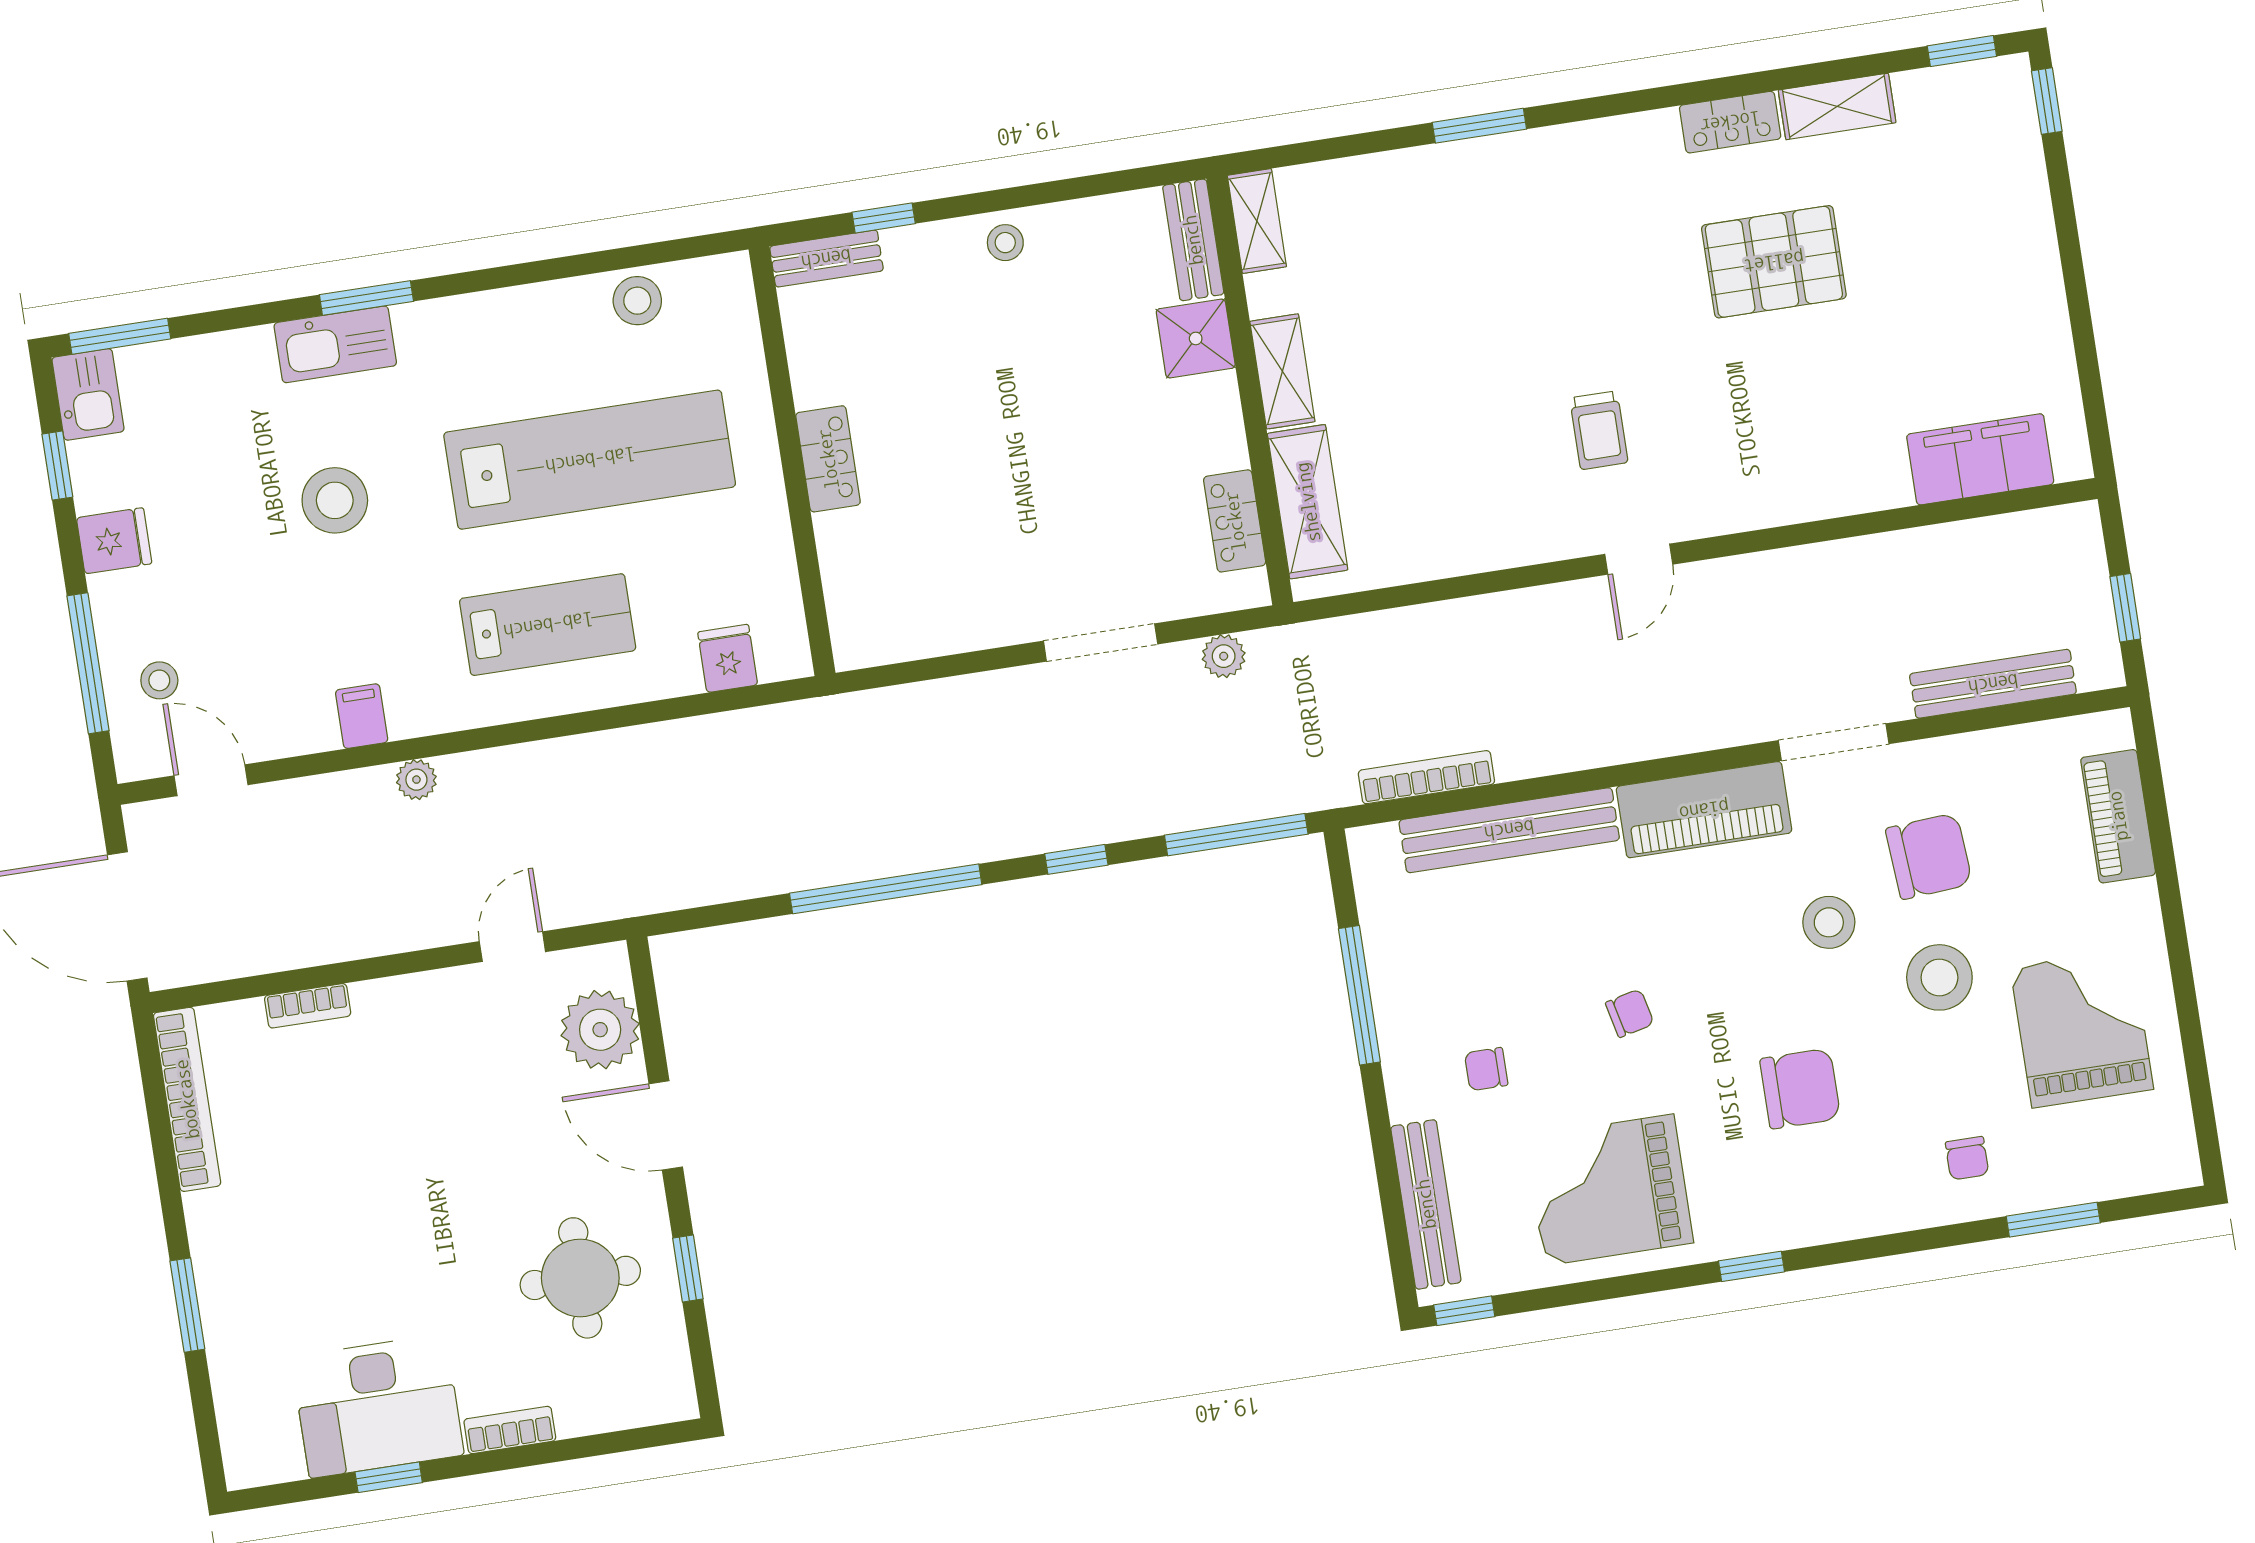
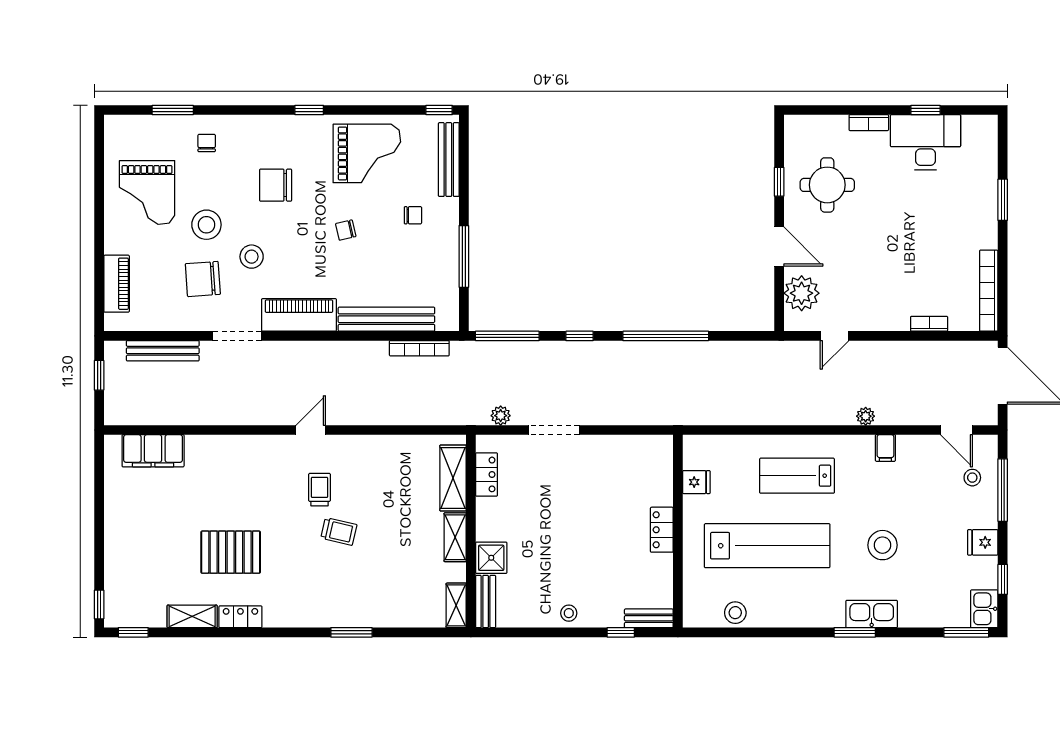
trolley: (1542, 345) -> (339, 531), added
lab bench: (590, 460) -> (767, 546), turned 180
fridge: (728, 658) -> (696, 482), moved, turned -90

